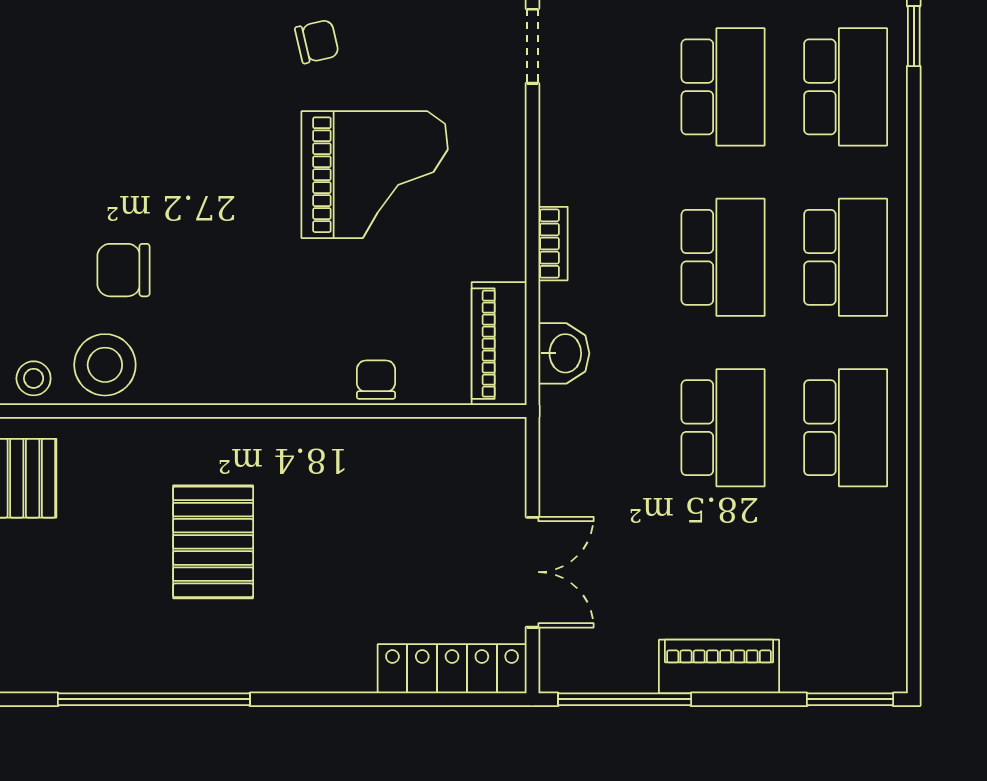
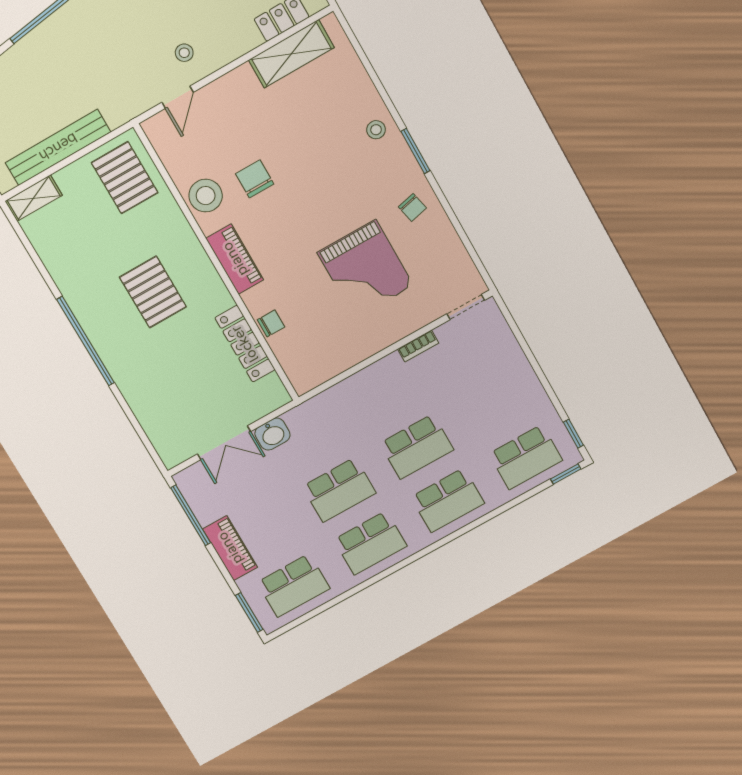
school desk: (723, 87) -> (293, 585), moved
bookcase: (553, 244) -> (418, 346), moved
piano: (499, 344) -> (235, 259), moved, turned 90
washbasin: (564, 353) -> (272, 434), moved
stool: (34, 378) -> (376, 130), moved
pallet: (213, 542) -> (153, 292), turned 90
locker: (452, 669) -> (245, 344), moved, turned 180
window: (154, 699) -> (86, 341), moved

